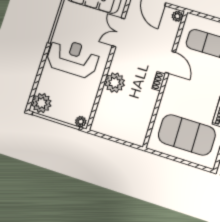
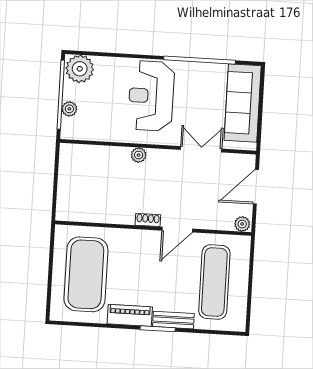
reception desk: (73, 58) -> (151, 96), turned 180
plant: (115, 83) -> (139, 155), width x0.53, depth x0.53
plant: (81, 122) -> (69, 109), moved

